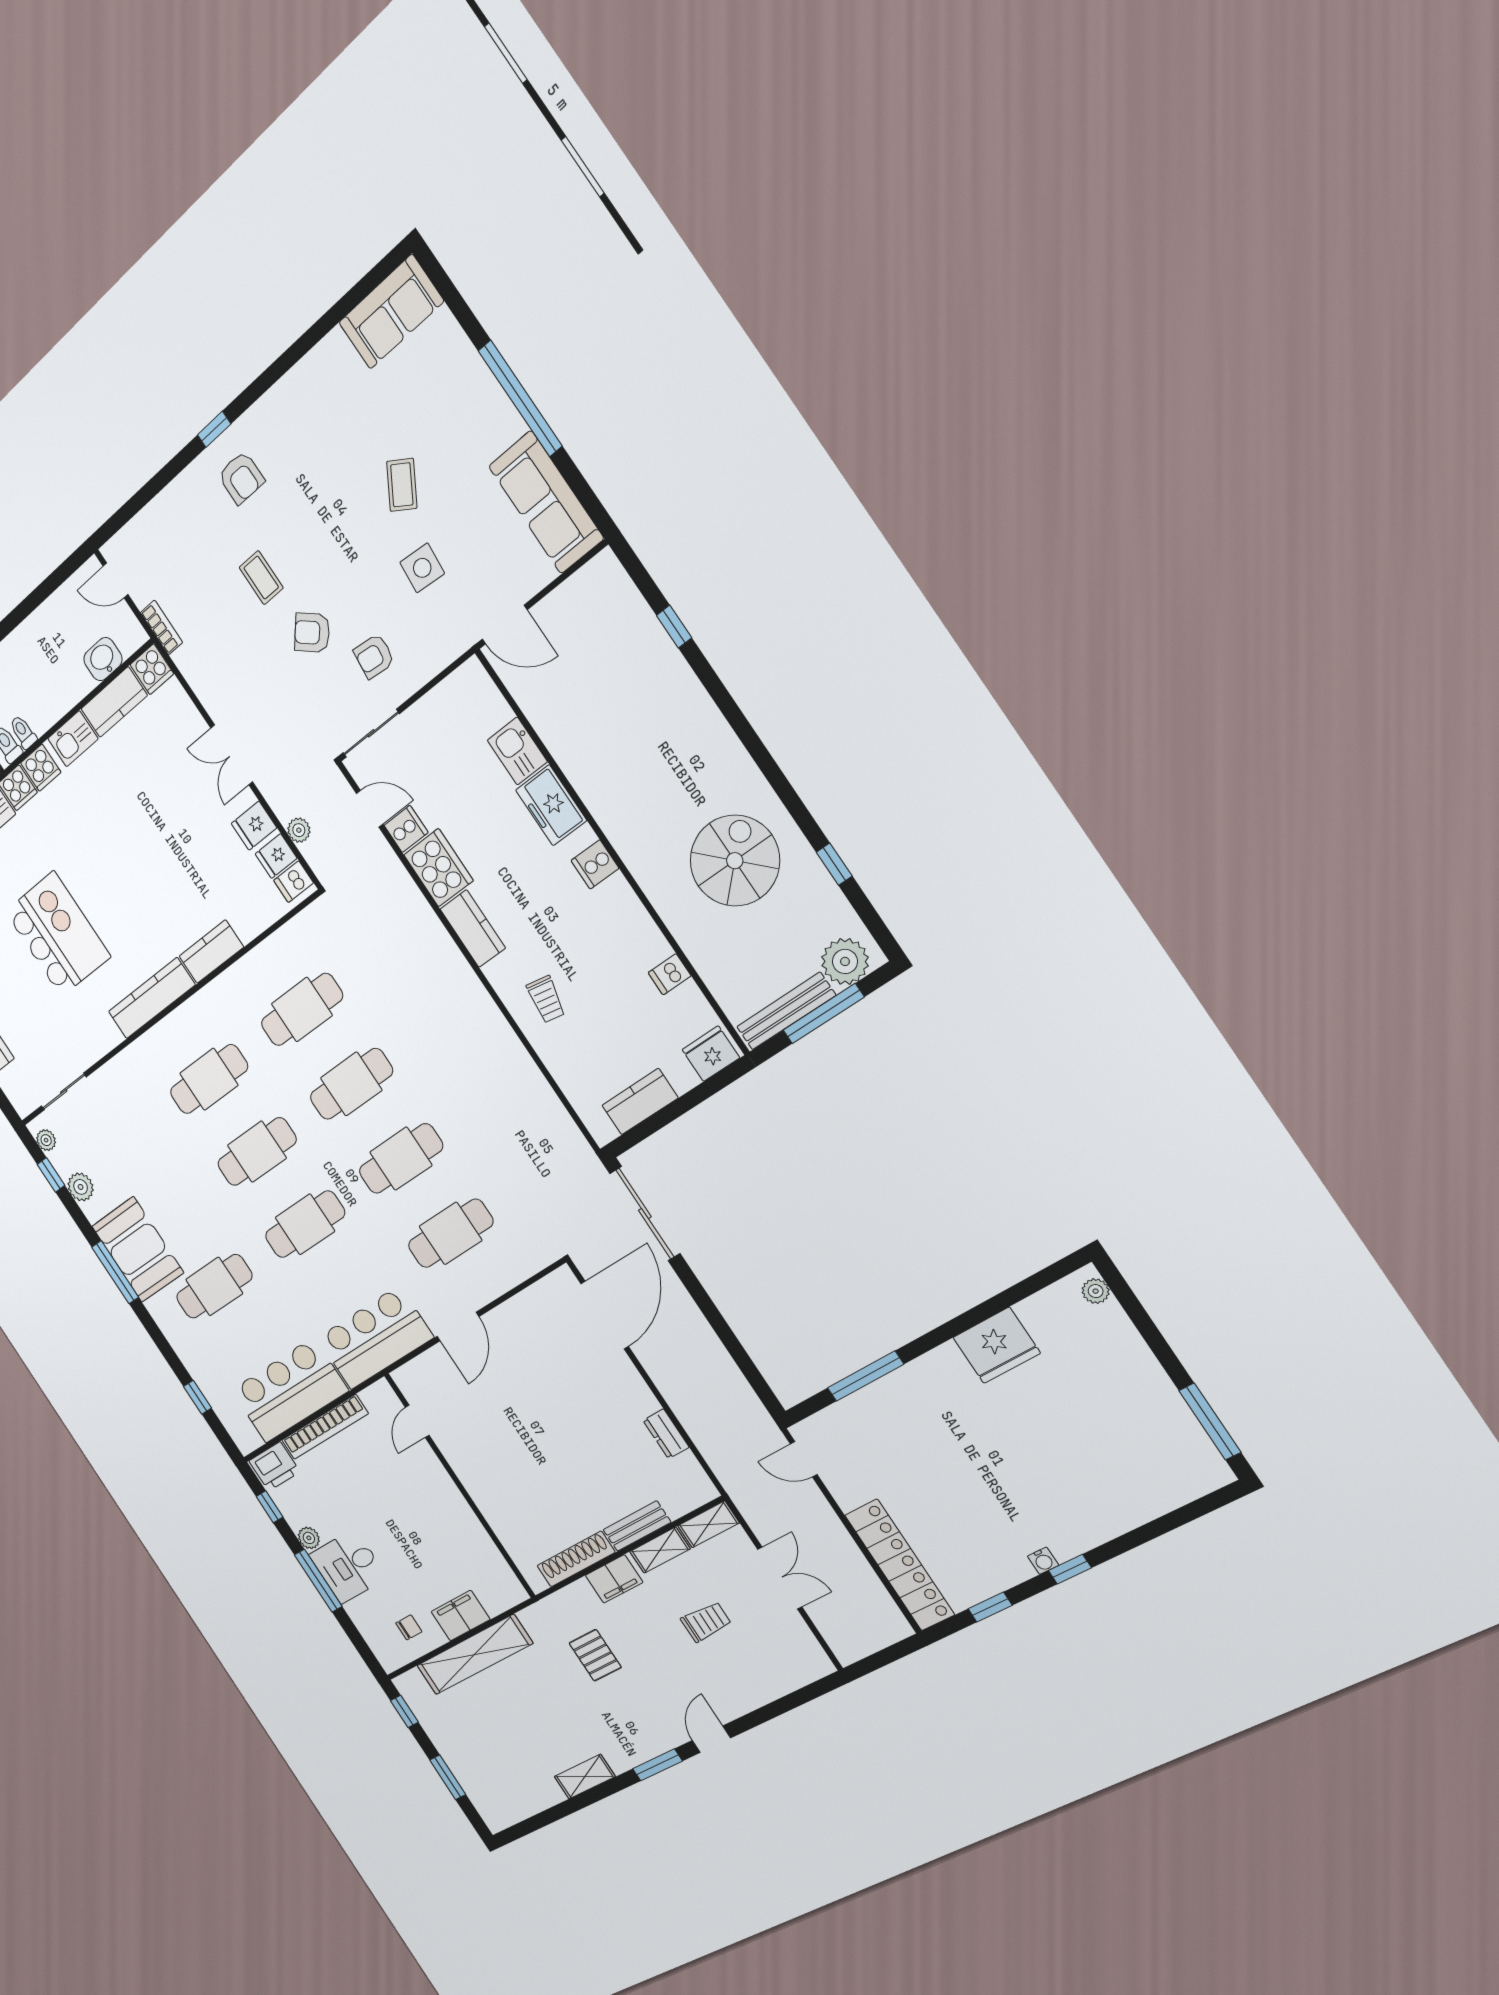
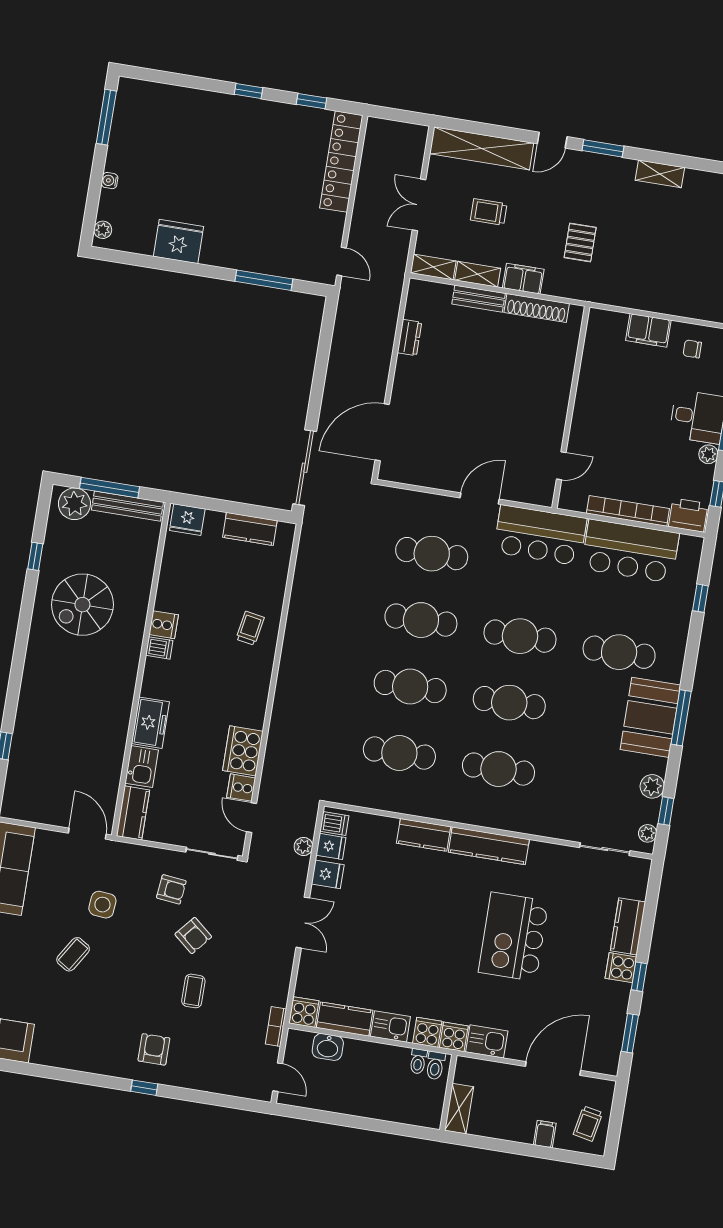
cooker: (595, 864) -> (164, 625), moved
kitchen counter: (473, 929) -> (133, 813), moved, turned 180
dishwasher: (670, 974) -> (159, 648), moved
water cooler: (1043, 1561) -> (110, 181), moved, turned -90
shelving: (474, 1655) -> (482, 148), moved

